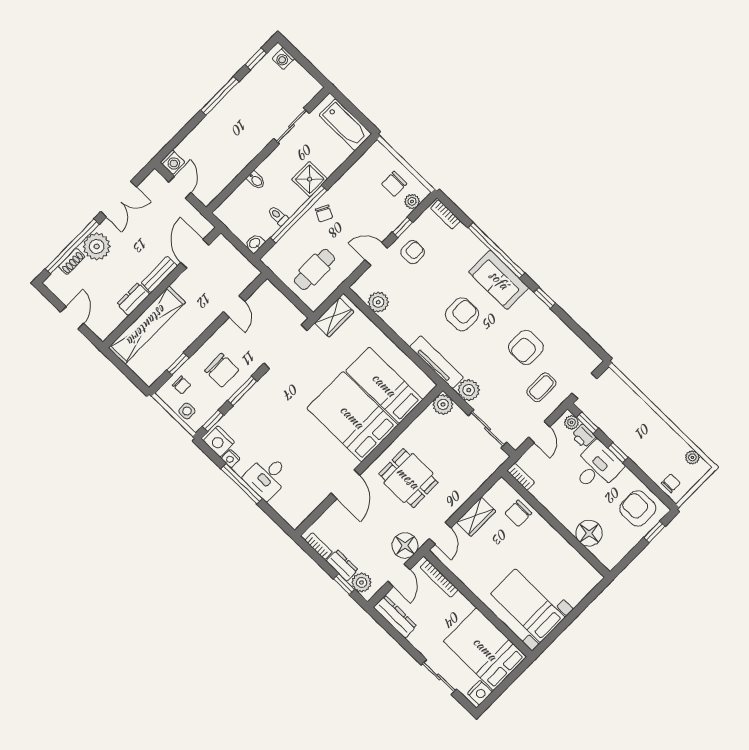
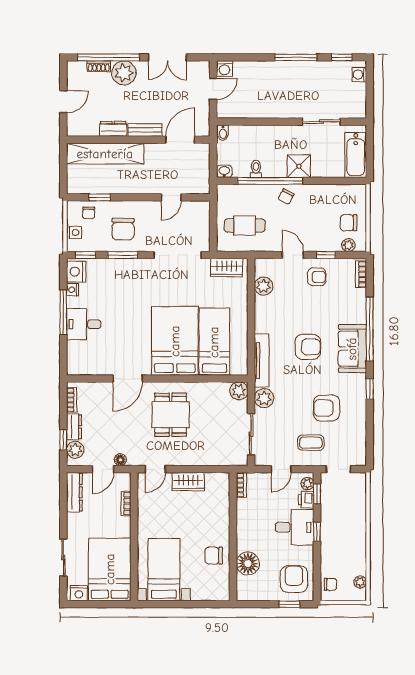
bidet: (256, 180) -> (223, 133), moved
chair: (518, 513) -> (214, 556), moved
floor lamp: (405, 546) -> (120, 460), width x0.53, depth x0.53
bookcase: (439, 579) -> (126, 504), width x0.64

